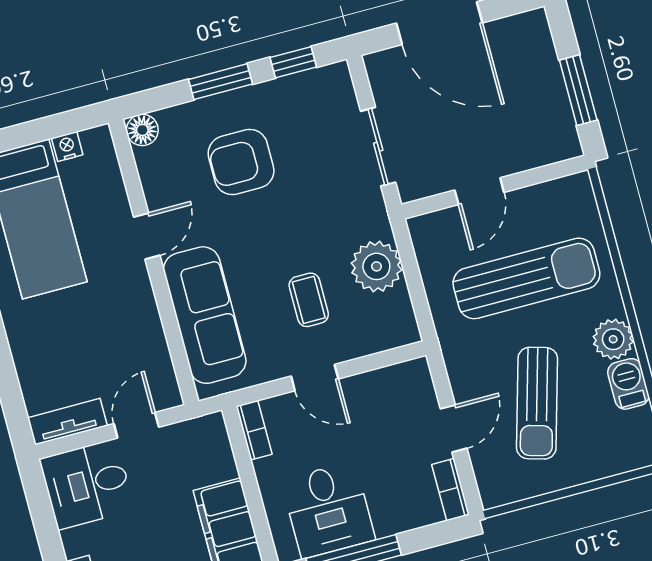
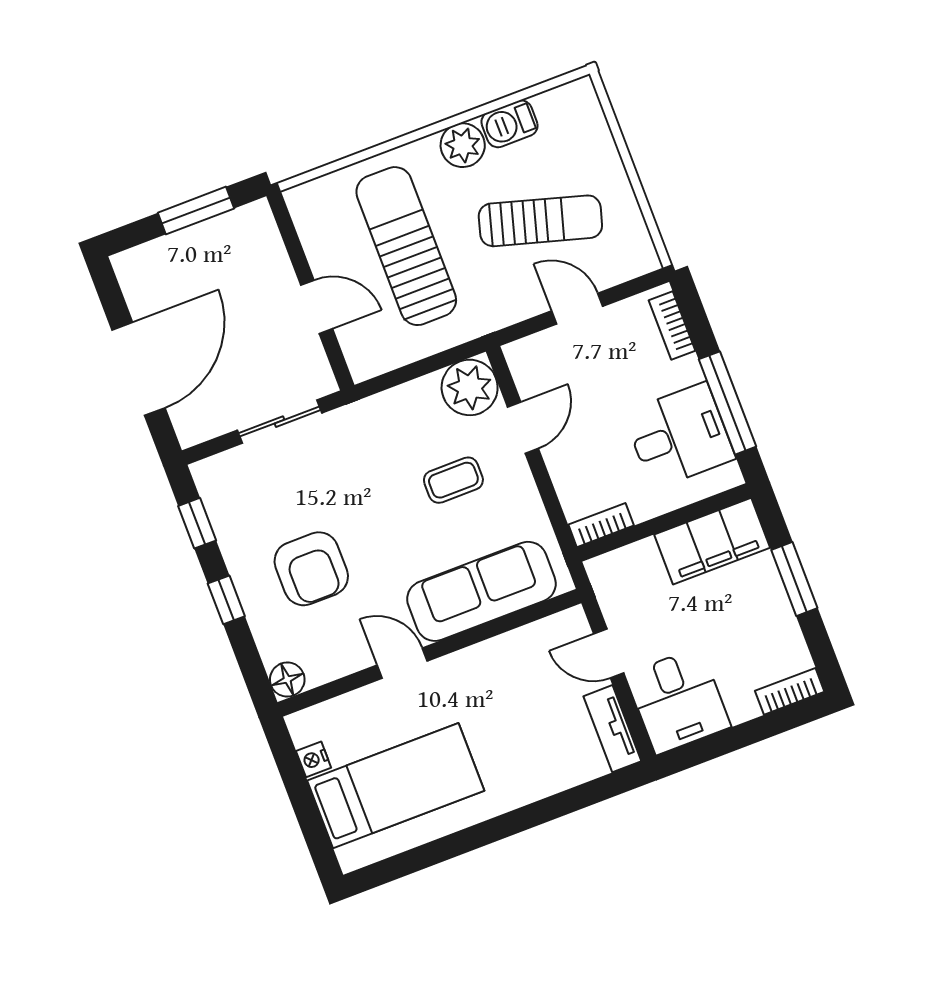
window: (221, 82) -> (226, 600), width x0.67
plant: (376, 266) -> (470, 387), moved
door: (315, 378) -> (523, 428), moved
bookcase: (451, 490) -> (672, 326), moved, turned 90

